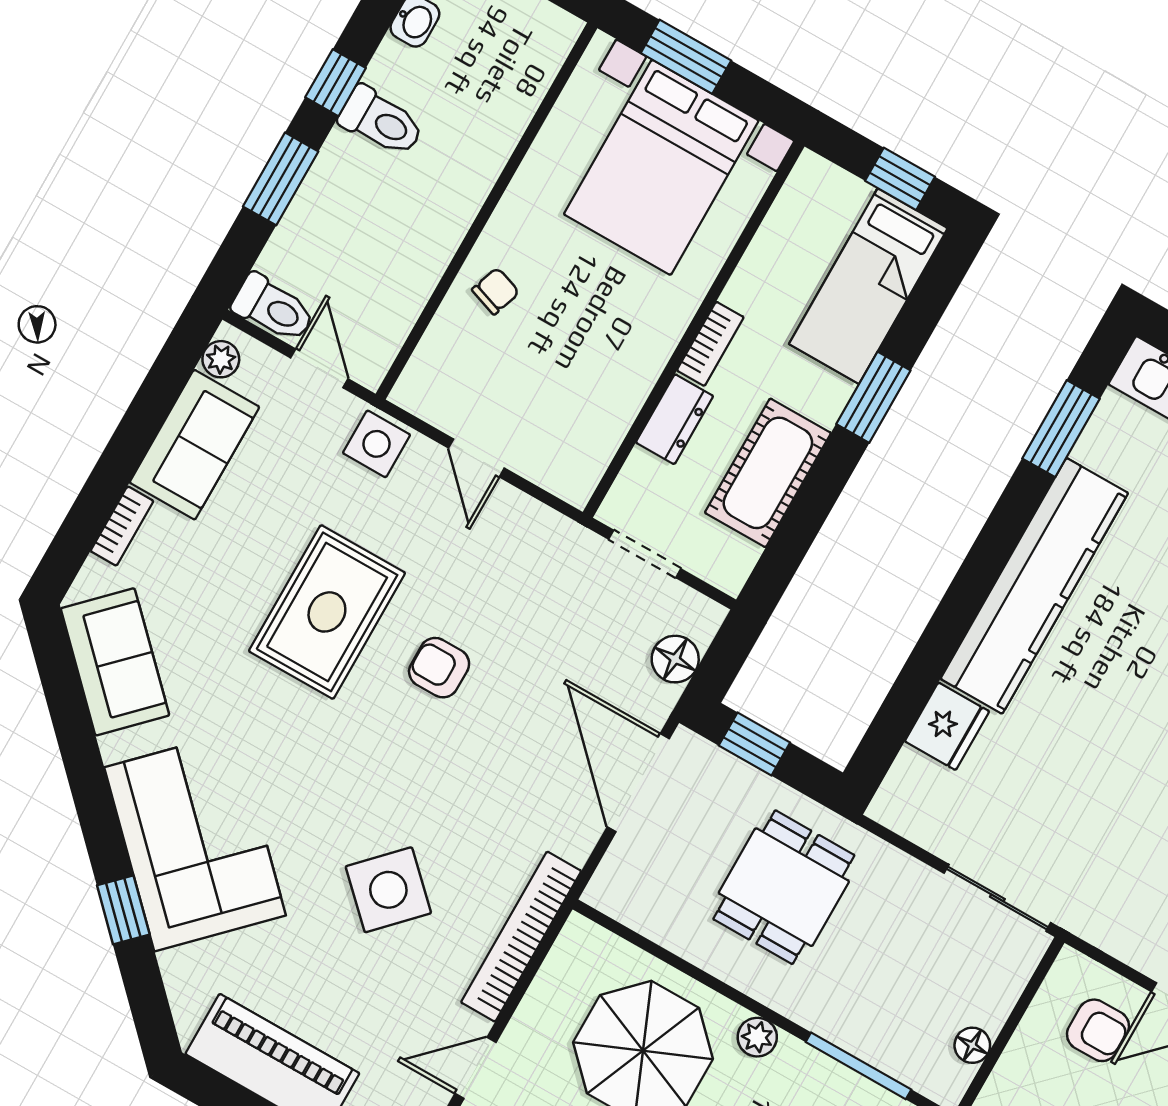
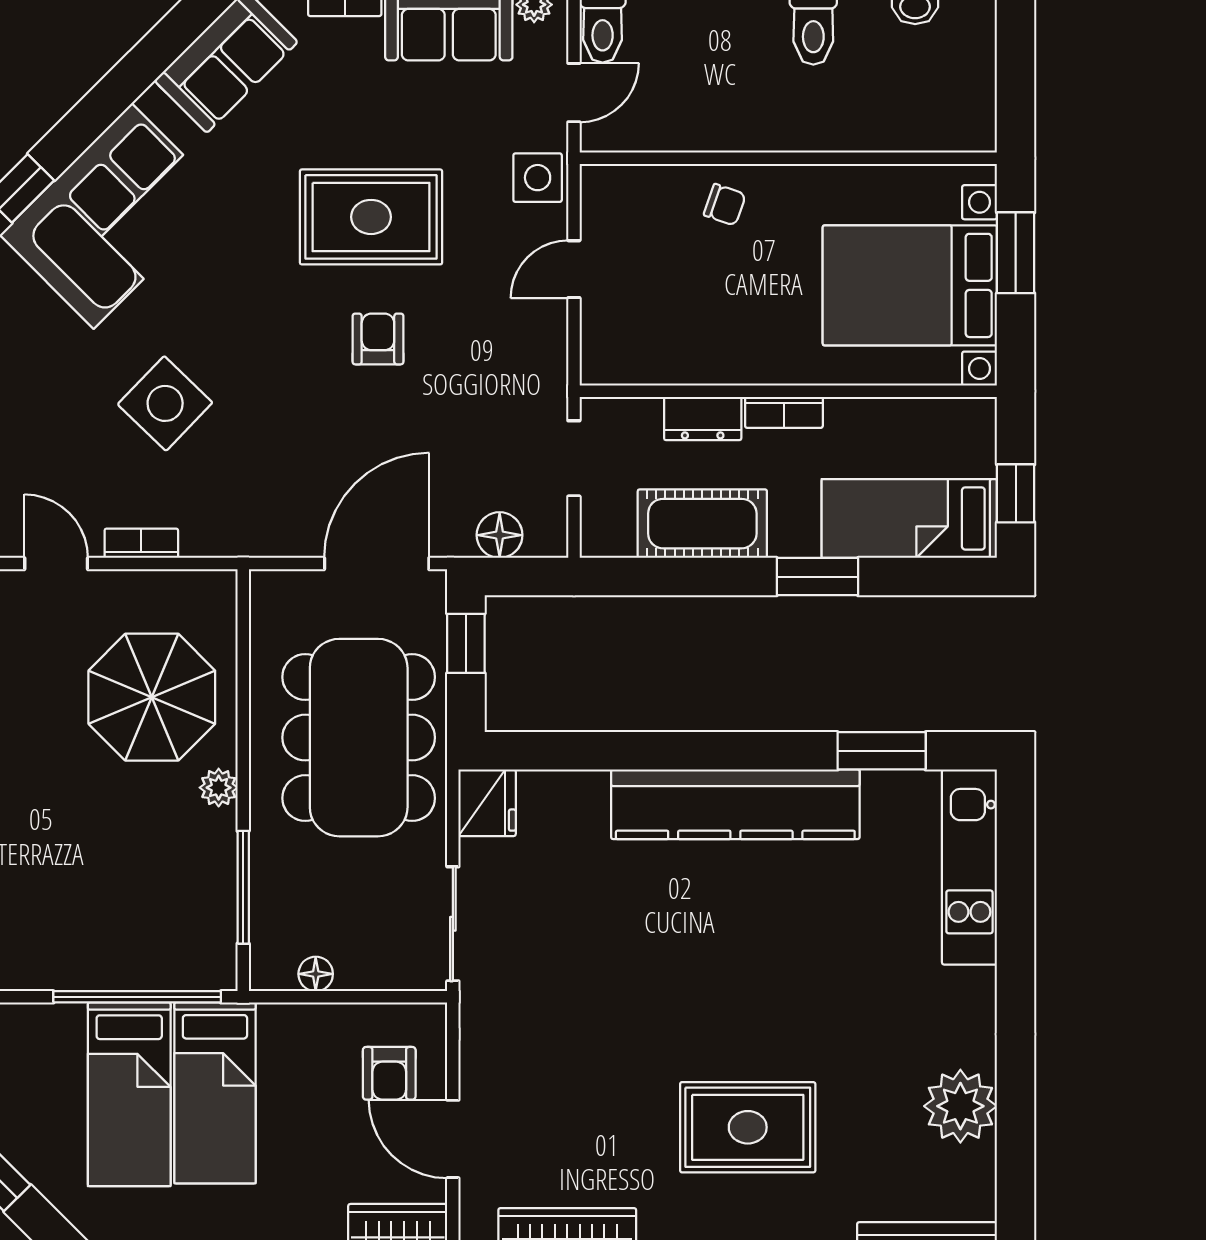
fridge: (947, 726) -> (487, 803), moved, turned -90
dining table: (784, 887) -> (359, 738), width x1.88, depth x1.24
bookcase: (521, 937) -> (141, 543), width x0.43, depth x0.76

